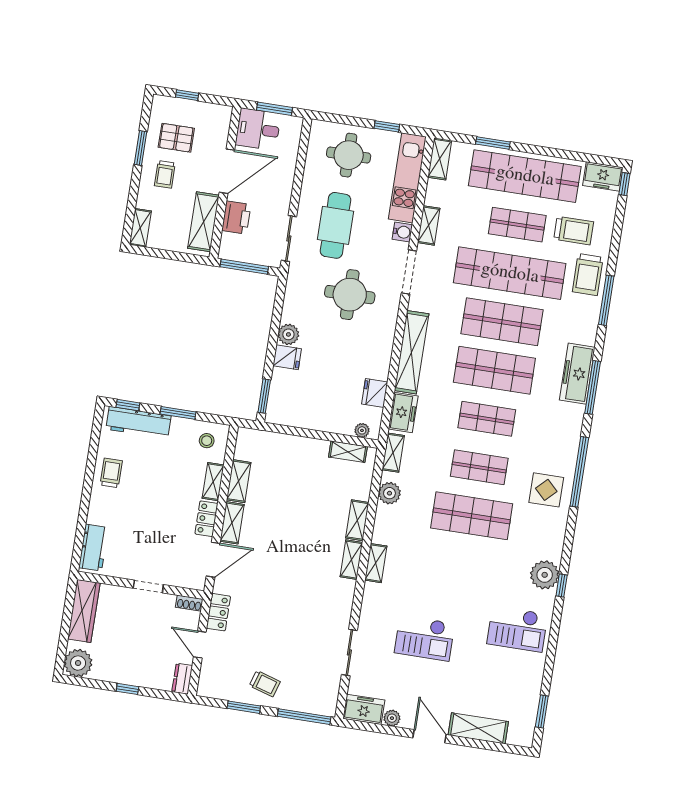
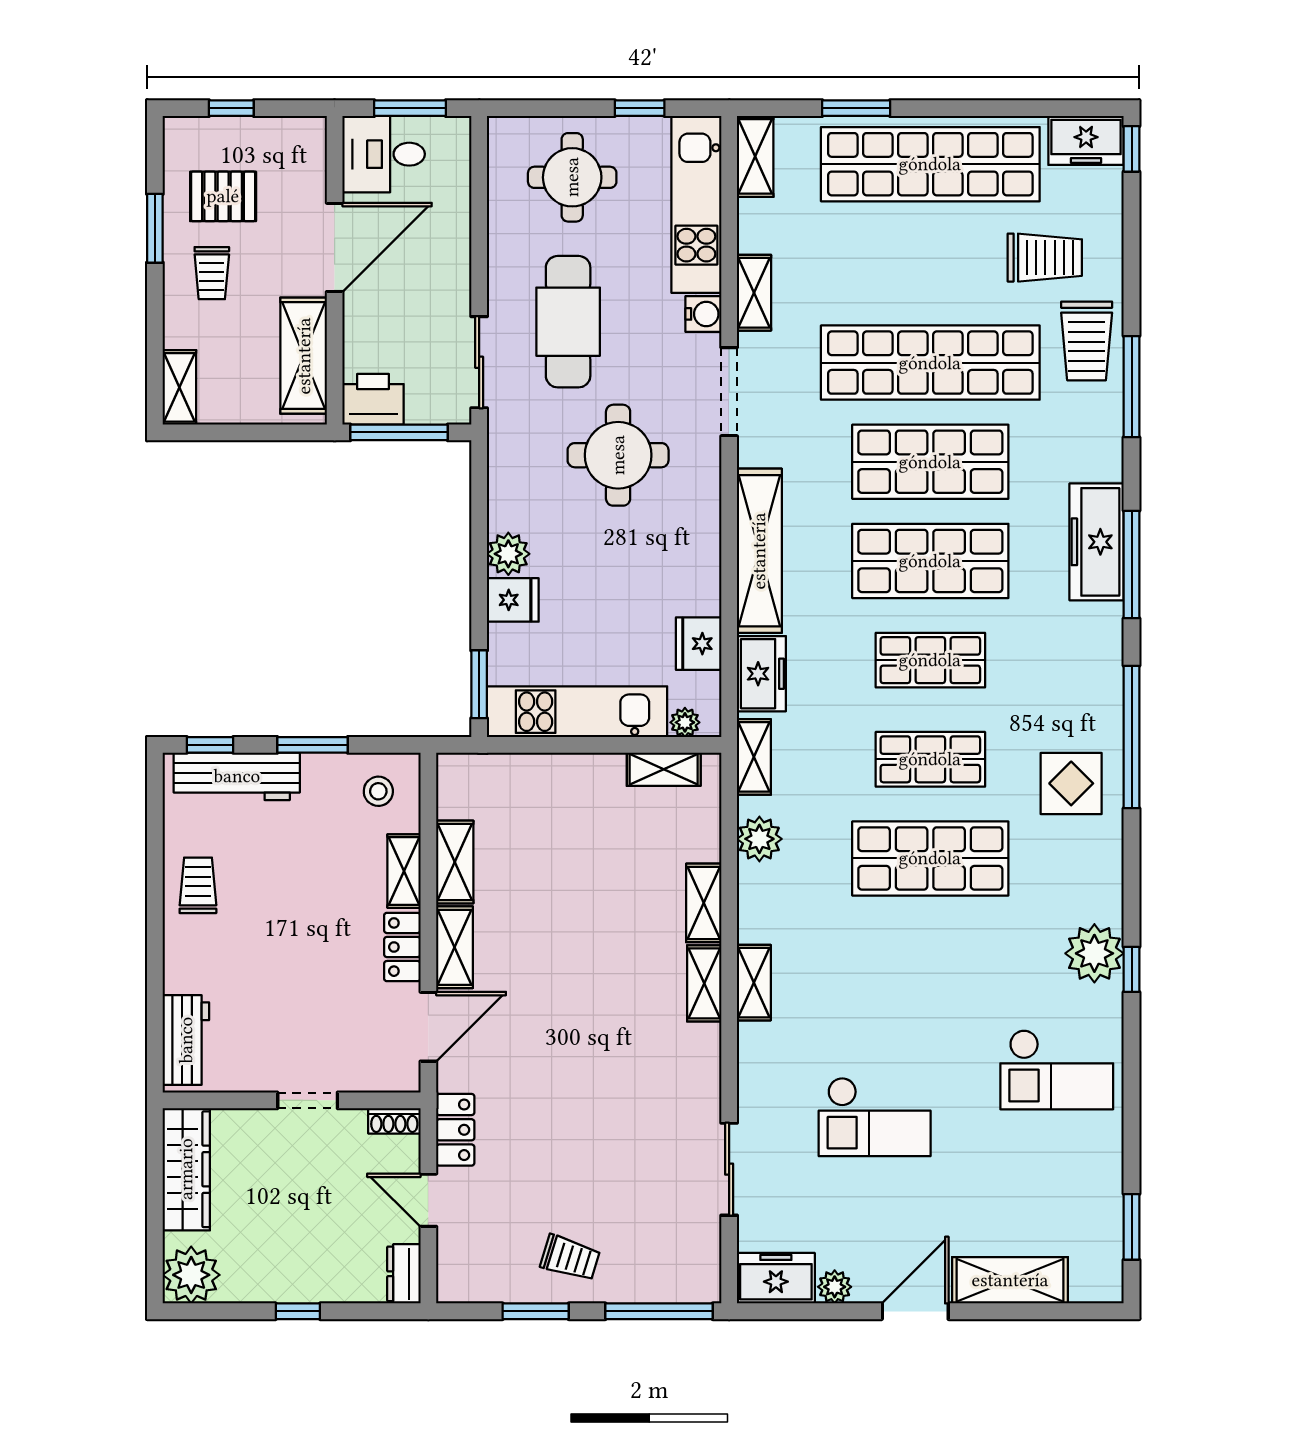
printer: (236, 218) -> (373, 399), moved, turned -90
shop shelf: (517, 225) -> (930, 263), removed
kitchen unit: (310, 417) -> (577, 712), added
door: (430, 736) -> (915, 1311), hinge flipped

